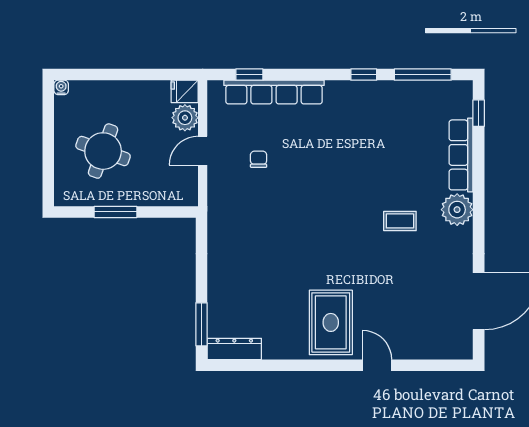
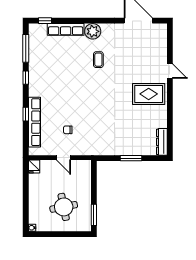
window: (249, 75) -> (26, 114), moved
plant: (185, 118) -> (47, 166), removed
round table: (103, 151) -> (64, 207), turned -31
window: (116, 212) -> (94, 215), moved
window: (202, 324) -> (131, 158), moved
door: (377, 365) -> (170, 71), swing flipped

